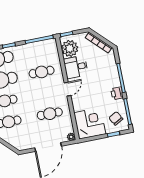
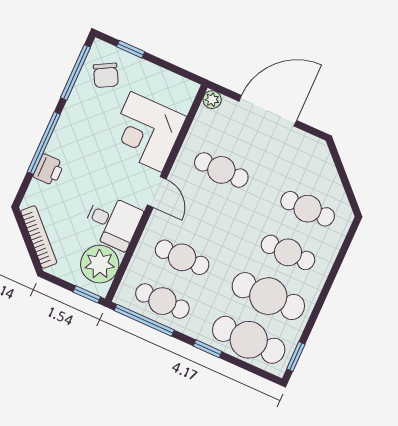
cafe table: (37, 51) -> (162, 301), added
door: (67, 89) -> (157, 192), swing flipped
printer: (117, 93) -> (49, 170), moved
corner desk: (90, 123) -> (146, 132), moved

